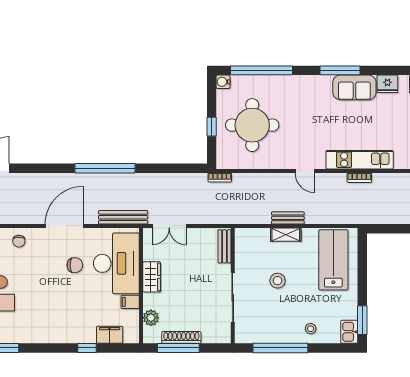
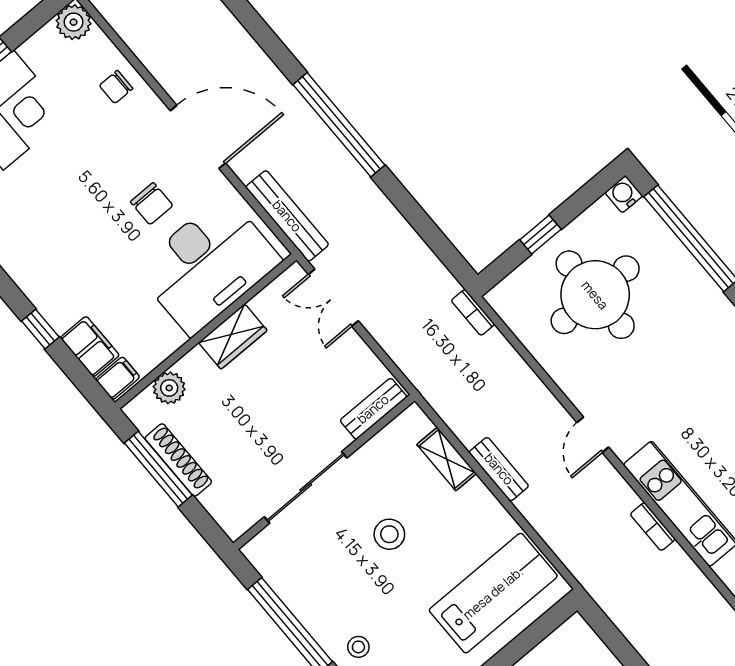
shelving: (286, 235) -> (447, 459), moved
filing cabinet: (130, 302) -> (118, 378), moved, turned 90

